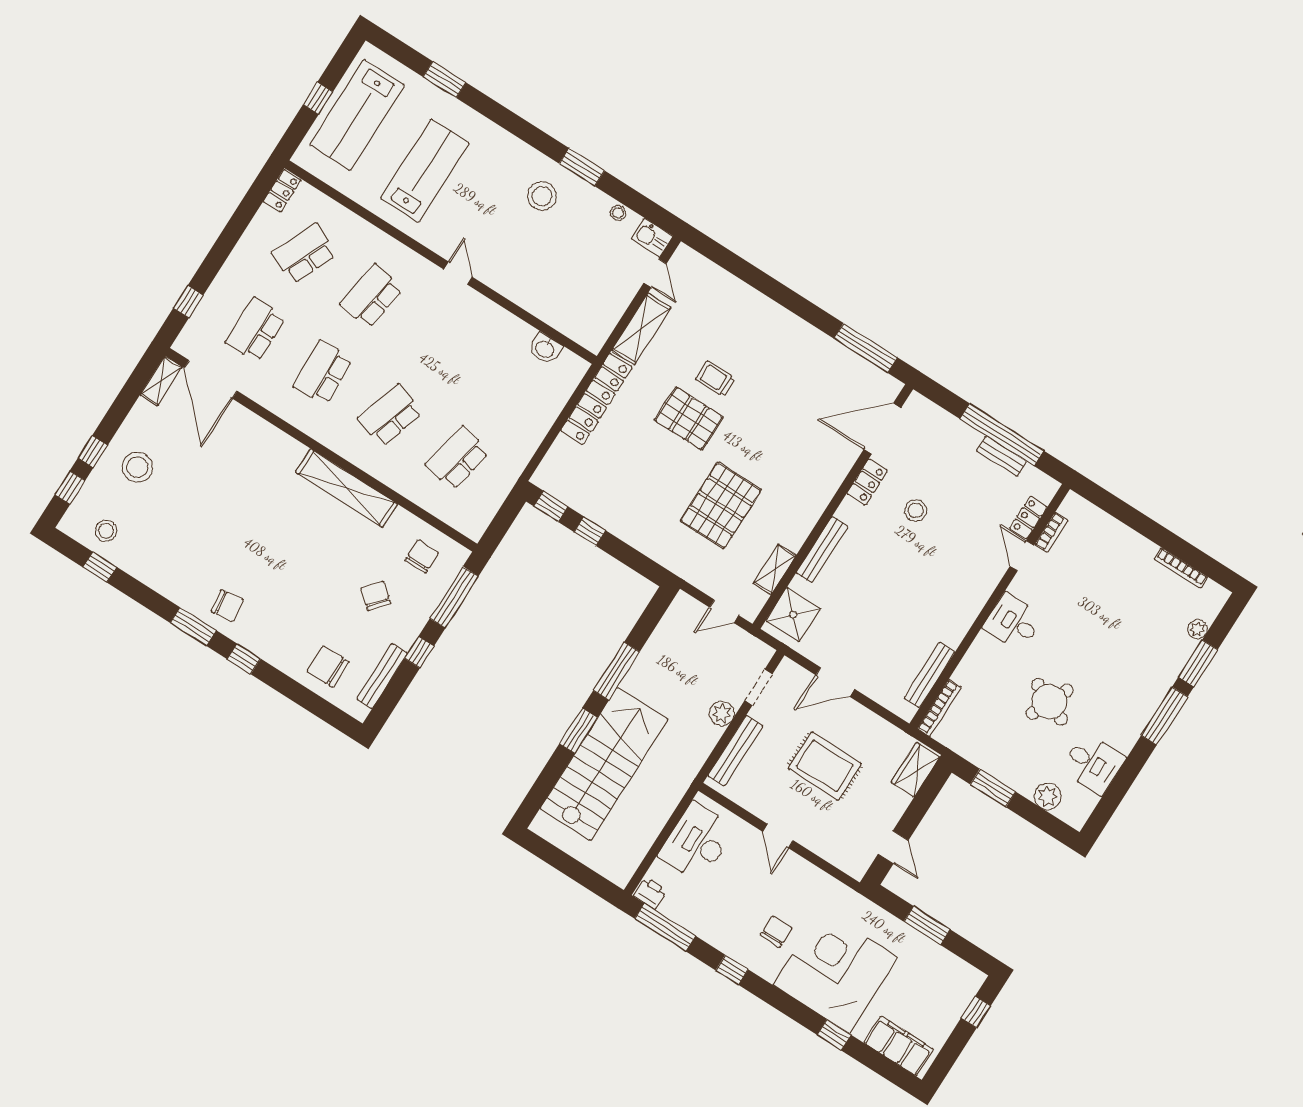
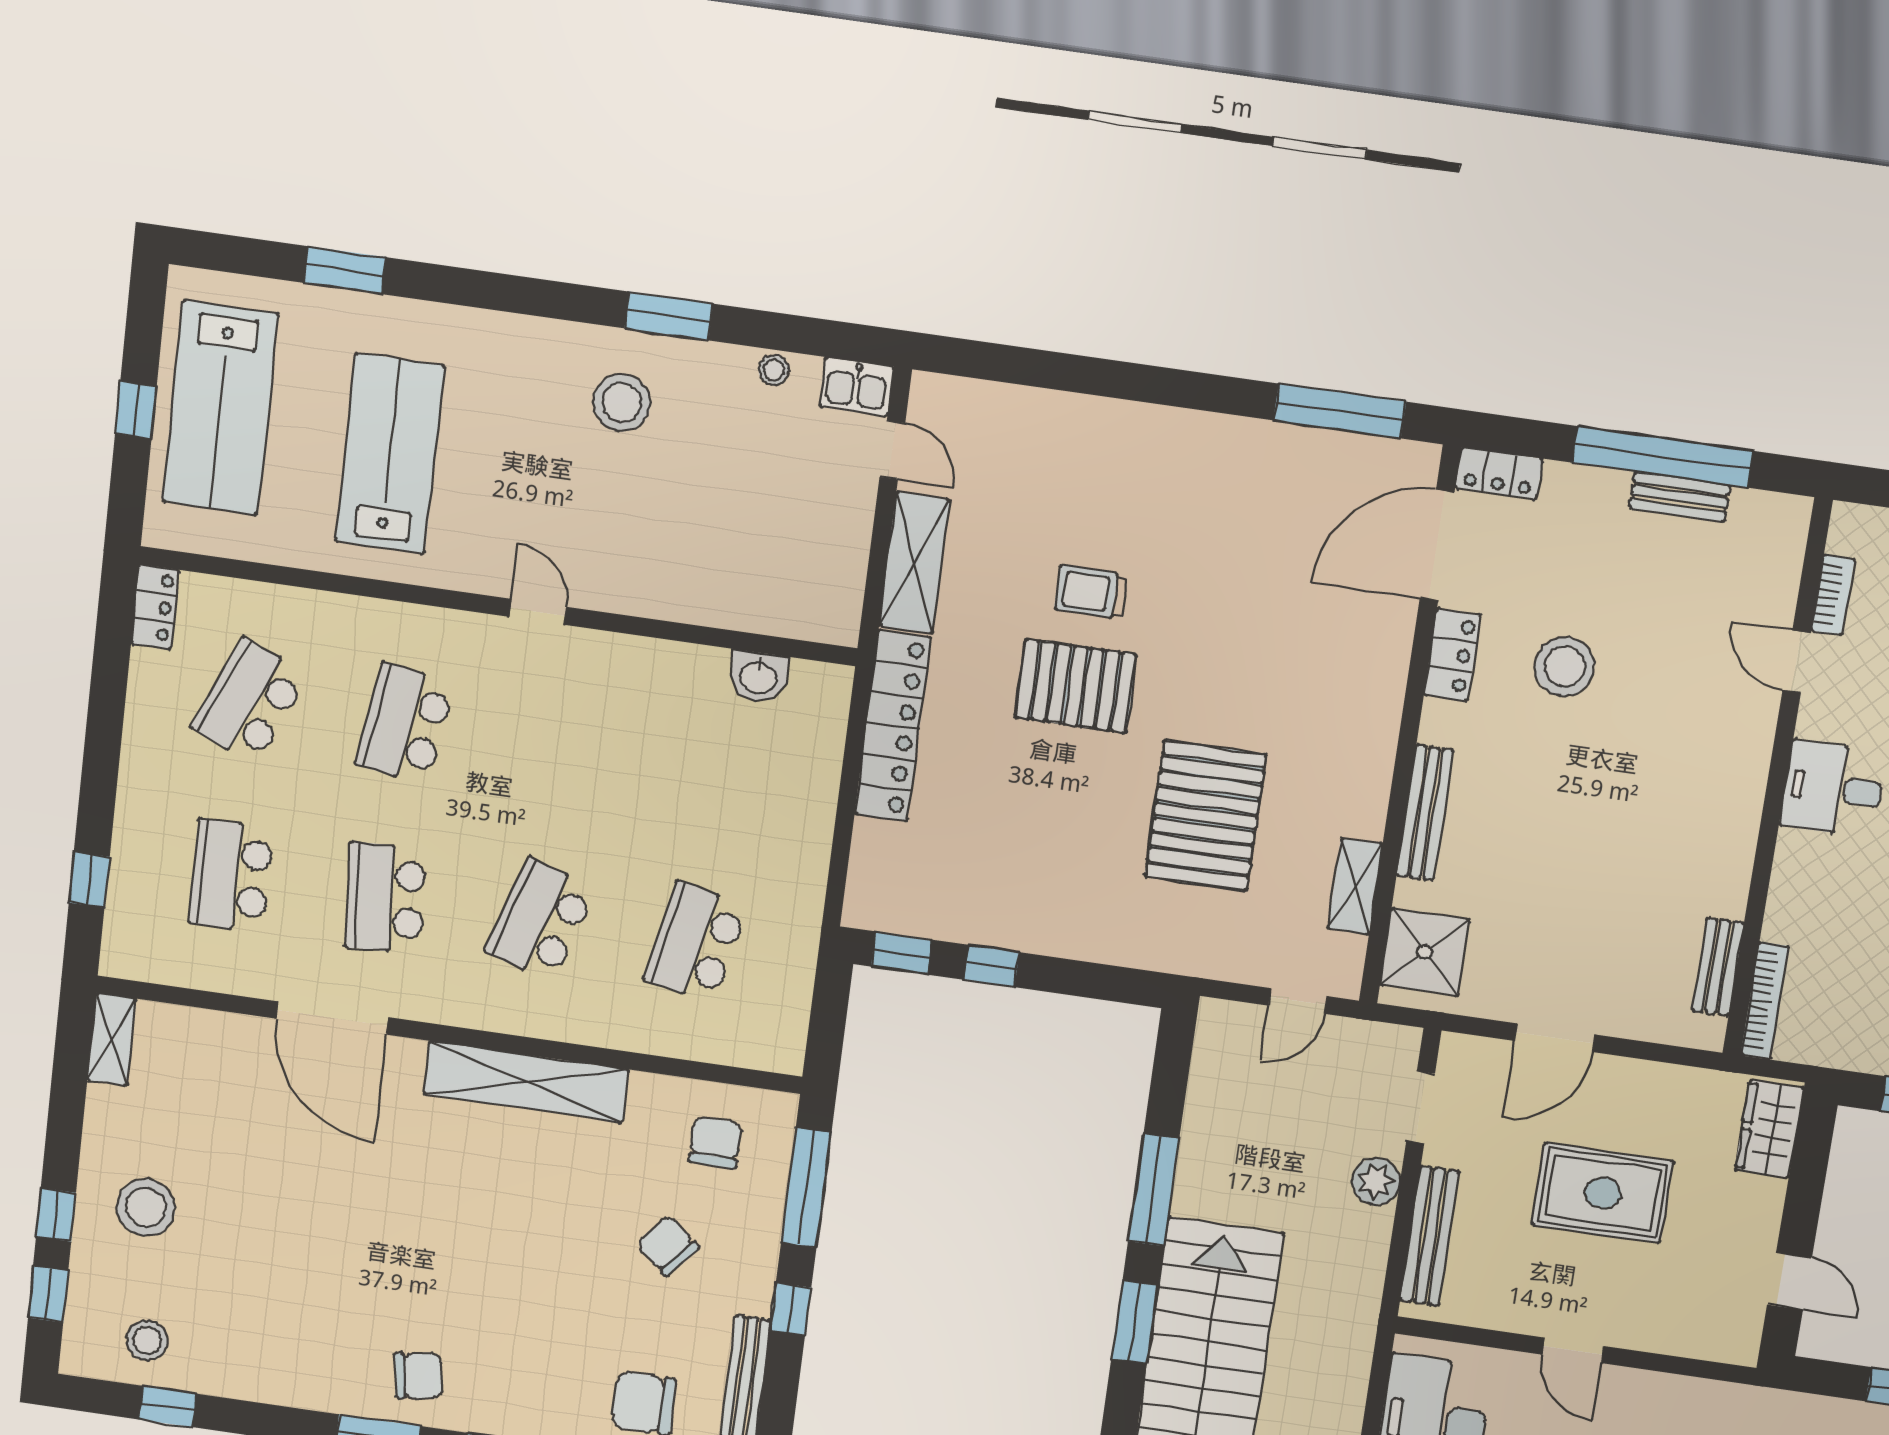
door: (211, 379) -> (332, 1018), moved
stool: (916, 511) -> (1565, 667), width x1.38, depth x1.38
locker: (1028, 518) -> (1499, 473), moved, turned -90
bench: (930, 675) -> (1718, 967), width x0.73

